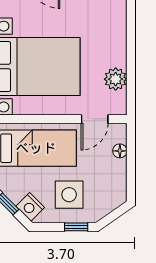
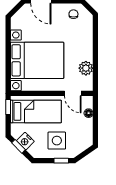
door: (95, 119) -> (73, 93), hinge flipped
nightstand: (30, 207) -> (25, 141), moved

